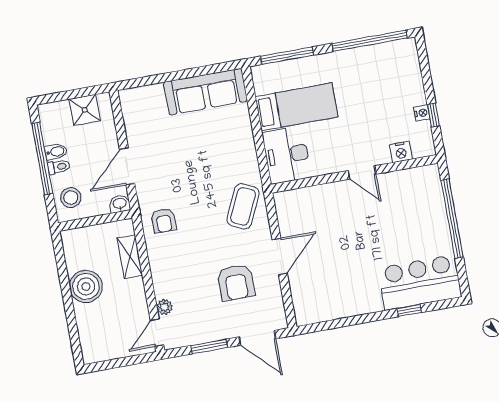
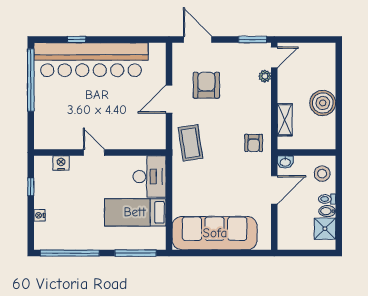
sofa: (206, 92) -> (215, 233), width x1.36, depth x1.27
shower: (85, 110) -> (325, 229), moved
nightstand: (422, 113) -> (39, 215), moved
window: (42, 158) -> (339, 208), removed
coffee table: (243, 206) -> (190, 143), turned -34
window: (452, 219) -> (31, 80), moved
armchair: (164, 221) -> (254, 143), turned 180
bar counter: (420, 282) -> (91, 60), width x1.86
window: (209, 346) -> (253, 39), moved

